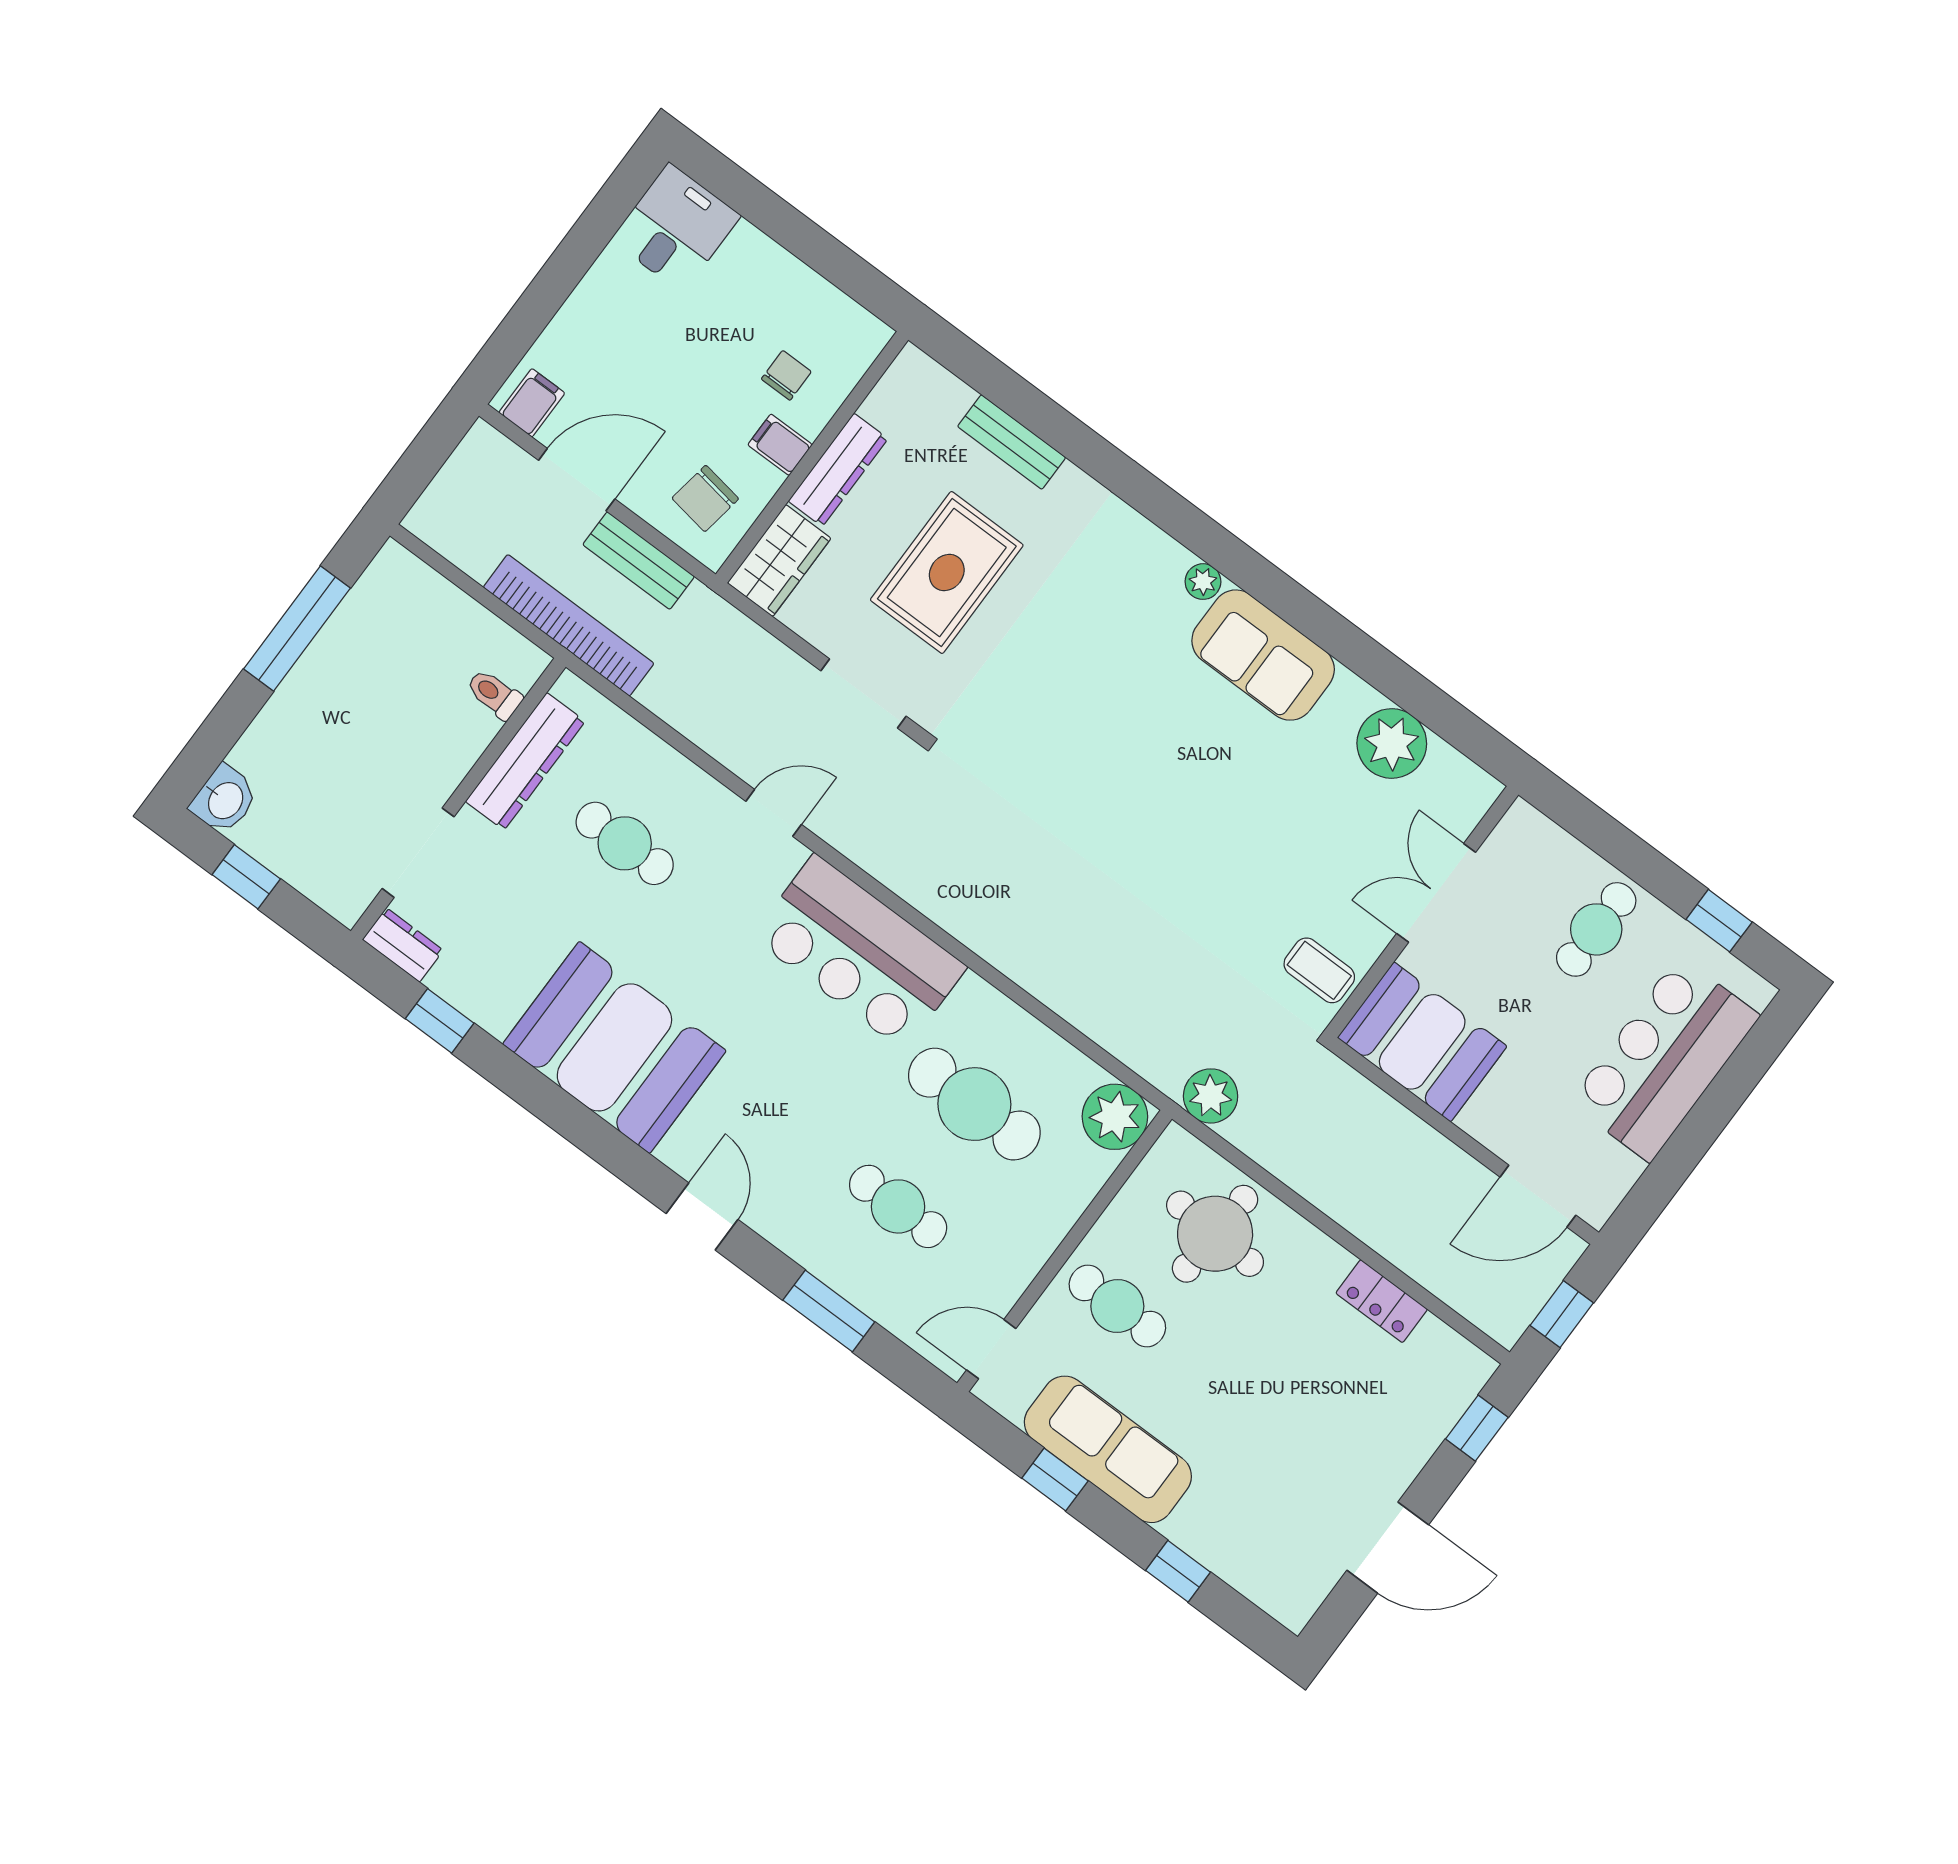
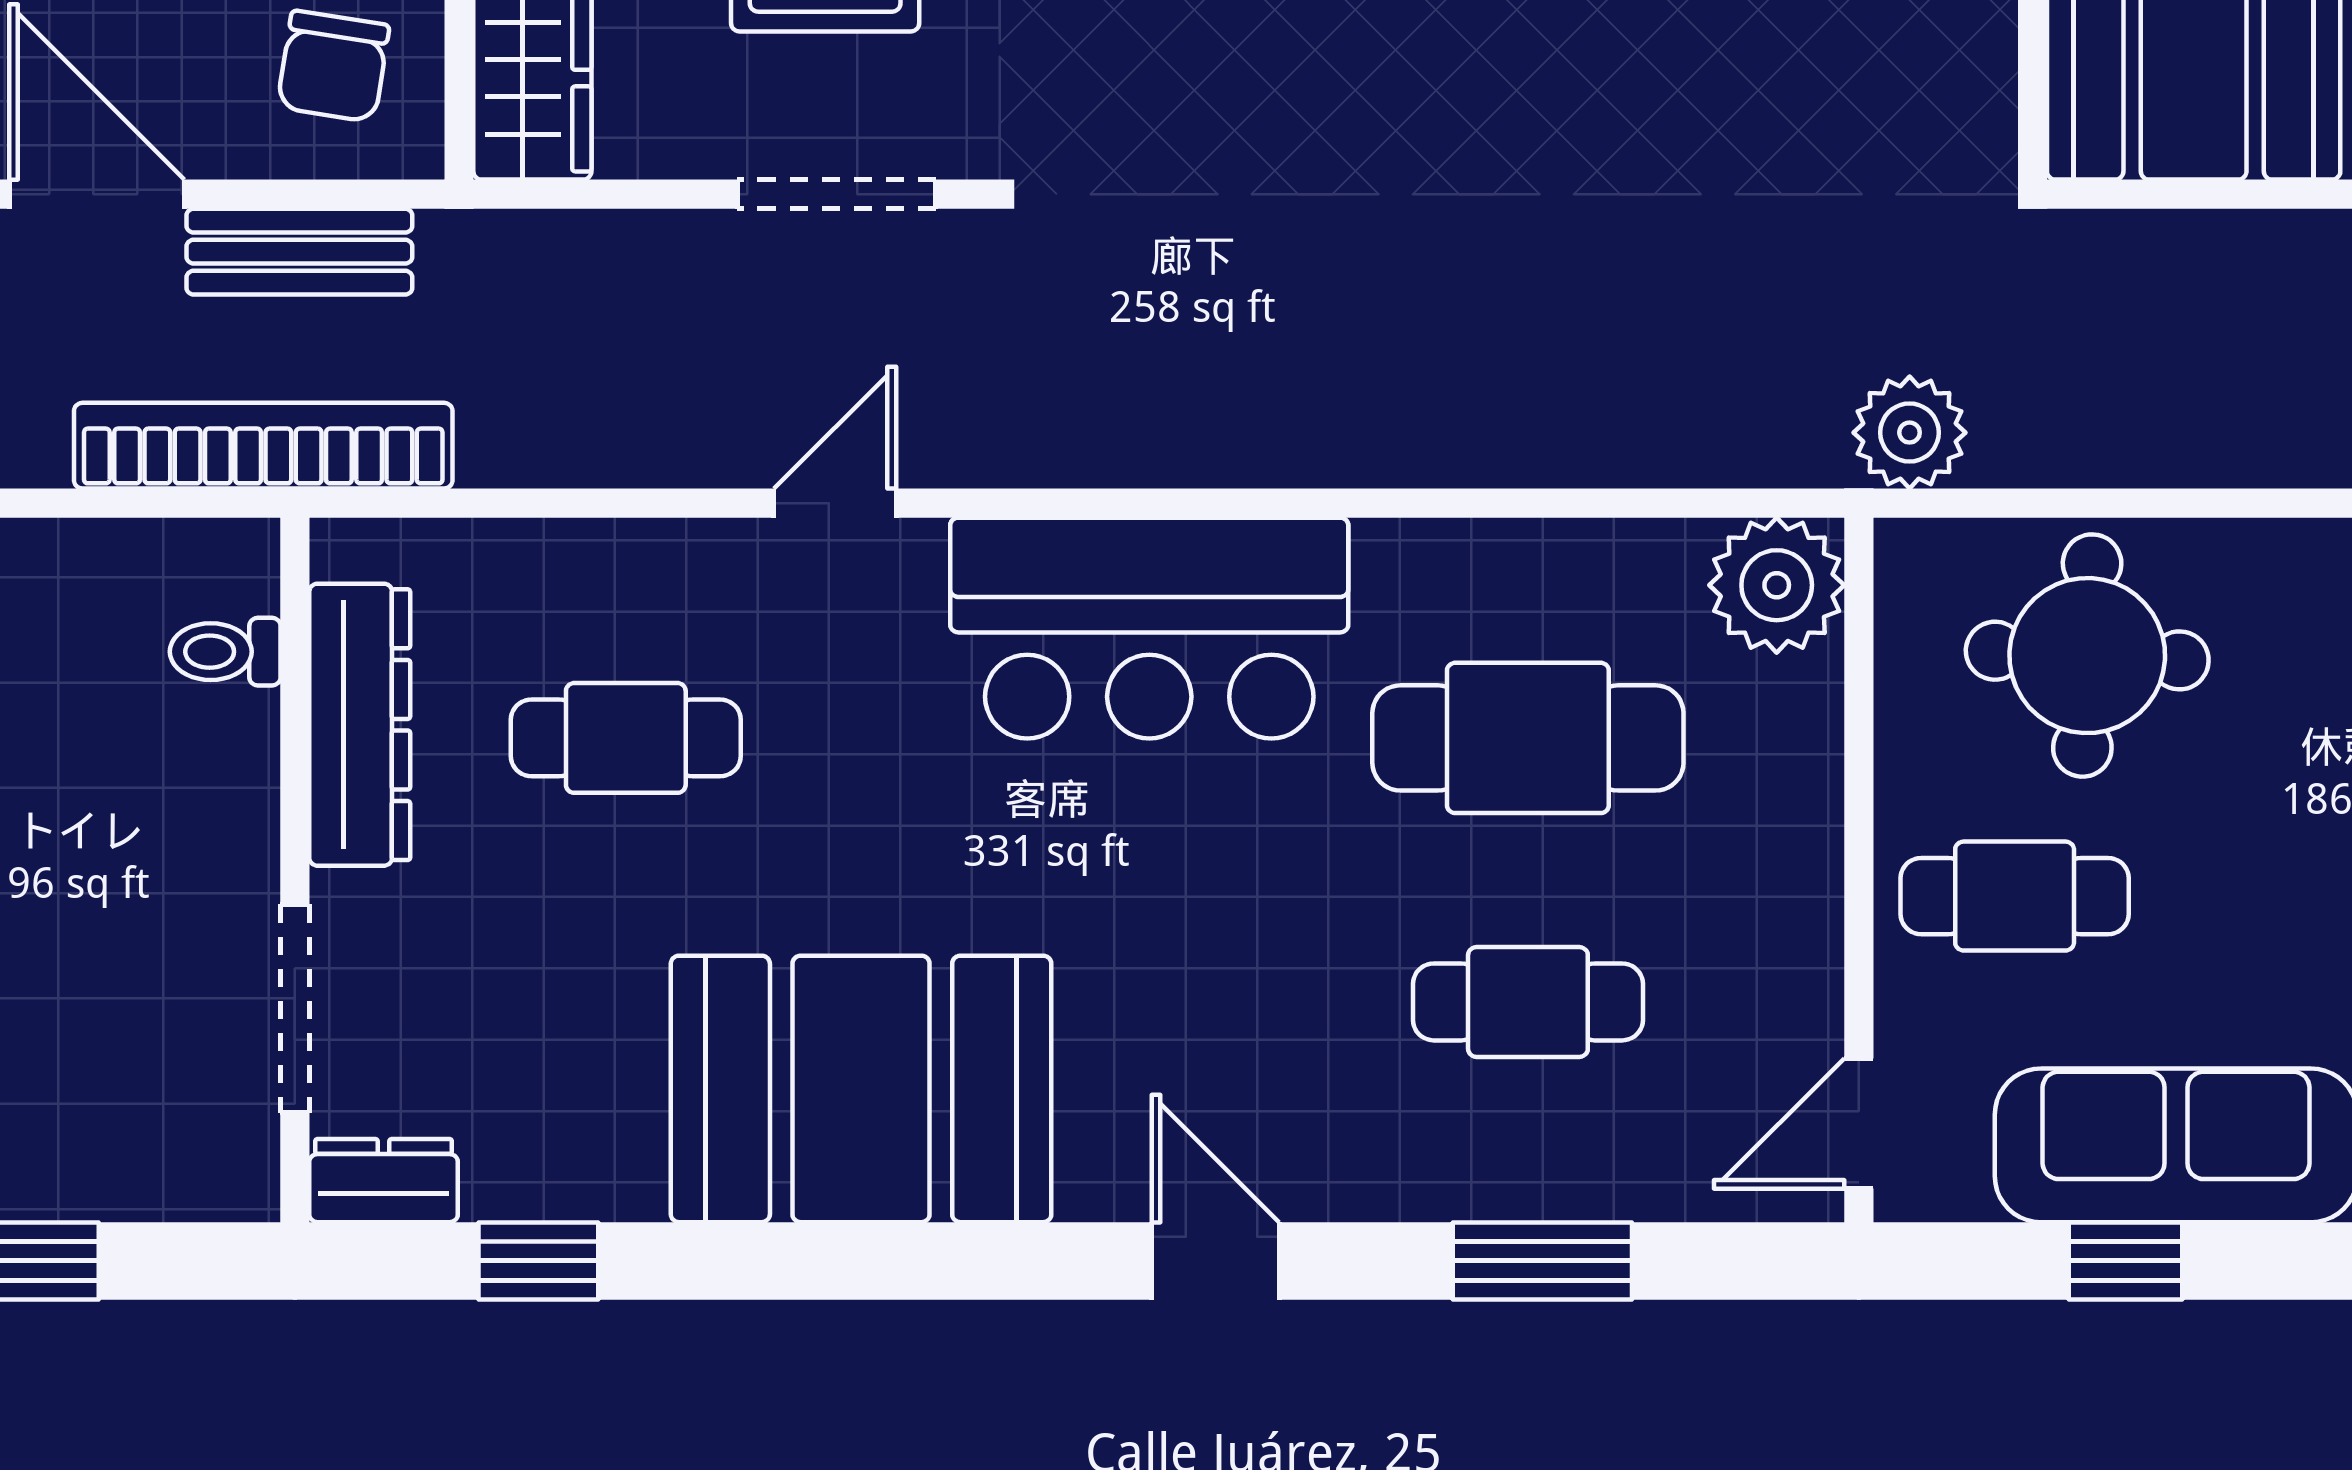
door: (577, 480) -> (97, 194), hinge flipped
coffee table: (1319, 970) -> (1935, 90), removed

